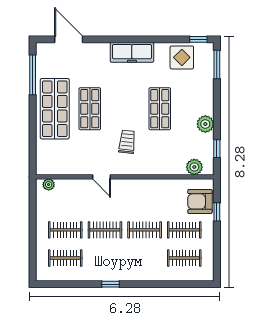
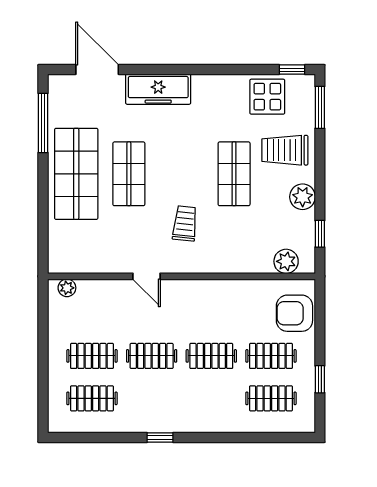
freezer: (132, 52) -> (158, 89), moved
trolley: (194, 93) -> (285, 150), added
window: (217, 212) -> (320, 379), moved

